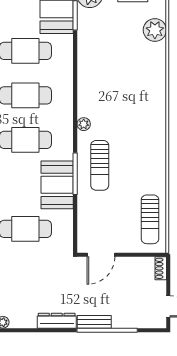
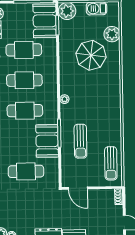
parasol: (124, 61) -> (91, 55), added
sun lounger: (100, 165) -> (80, 141), moved
door: (101, 255) -> (78, 188), hinge flipped

